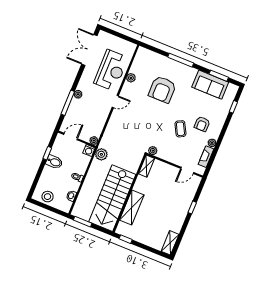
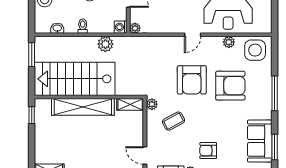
side table: (144, 62) -> (255, 50), added
armchair: (162, 89) -> (230, 86), turned 180
door: (115, 101) -> (193, 35), hinge flipped
armchair: (147, 115) -> (192, 80), added
coffee table: (180, 129) -> (174, 121), moved
plant: (101, 154) -> (105, 44), moved
shelving: (132, 207) -> (83, 107), width x1.47

